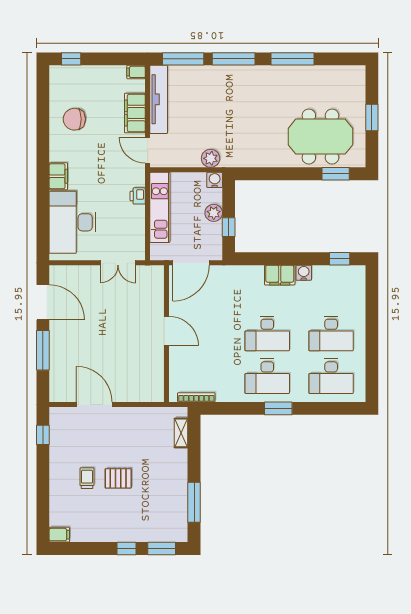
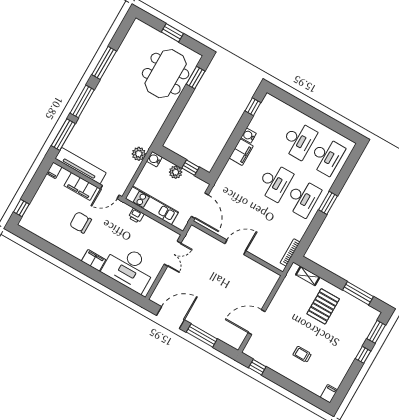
chair: (74, 119) -> (81, 222), moved, turned 90
pallet: (118, 478) -> (323, 306), moved, width x1.50, depth x1.42

